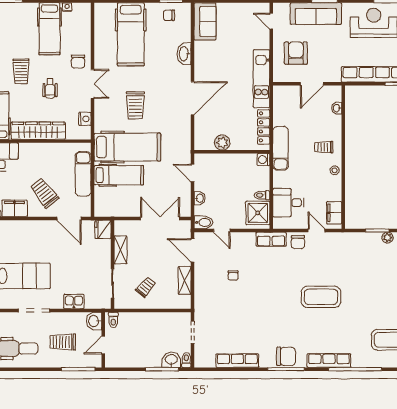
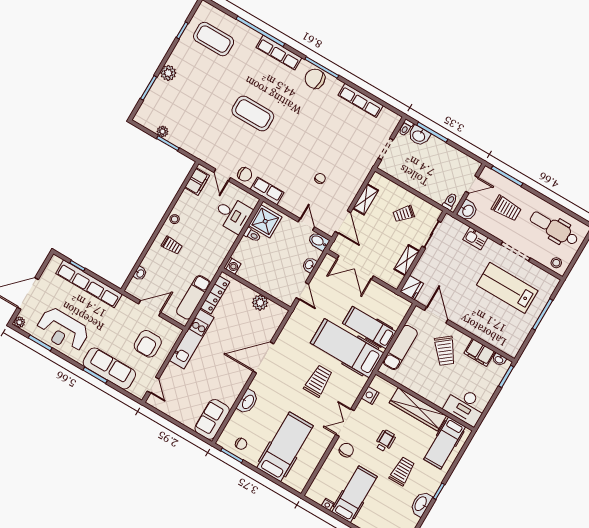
exam couch: (281, 148) -> (193, 297), moved
chair: (298, 242) -> (245, 174), turned 90

